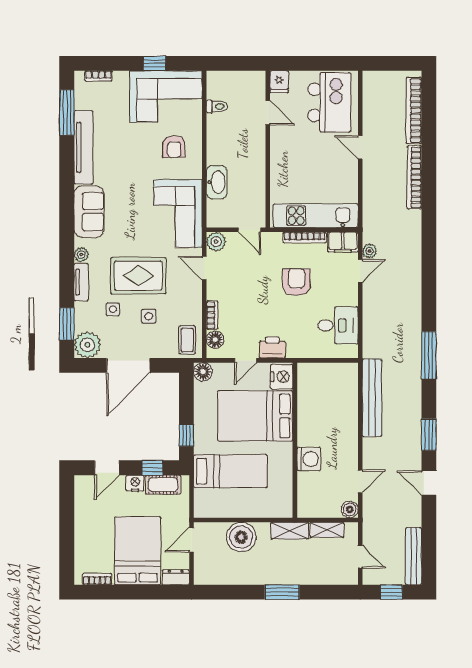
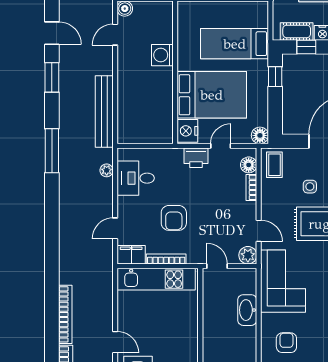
plant: (369, 251) -> (107, 170), moved

